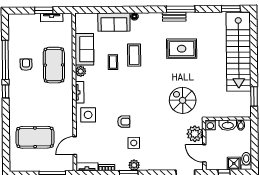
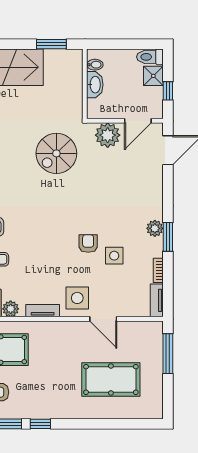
washing machine: (210, 125) -> (94, 111), removed
pool table: (35, 137) -> (111, 379), turned 90
side table: (134, 143) -> (114, 256), moved
door: (75, 146) -> (103, 319), moved

